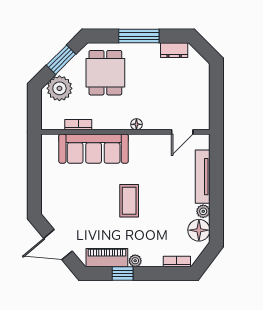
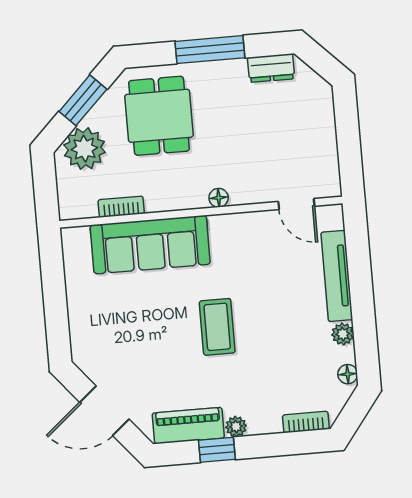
door: (182, 132) -> (296, 204), hinge flipped
floor lamp: (199, 230) -> (348, 374), width x0.53, depth x0.53

